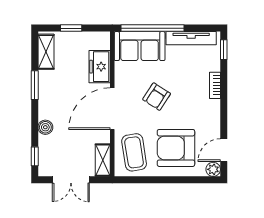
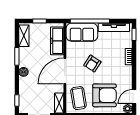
freezer: (100, 67) -> (57, 41), width x1.40
boiler: (45, 127) -> (23, 72), moved
armchair: (176, 148) -> (104, 95), turned 180

